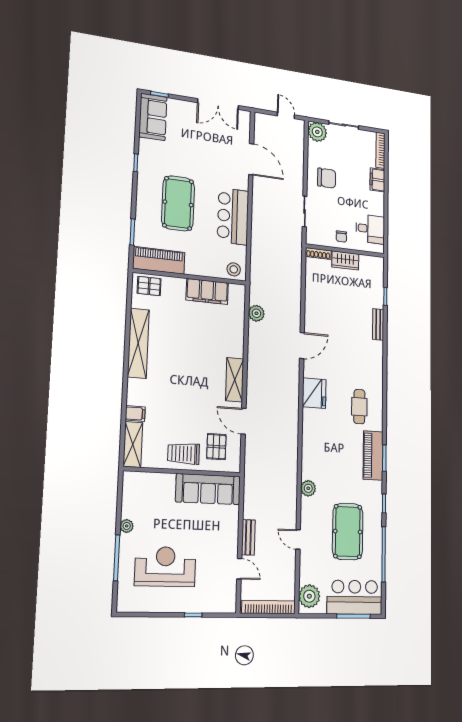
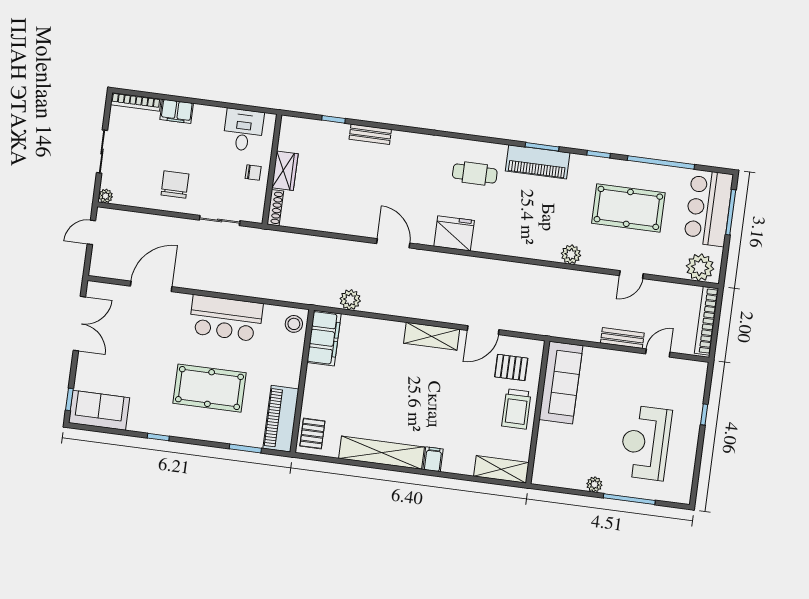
plant: (317, 132) -> (106, 196), width x0.53, depth x0.53
filing cabinet: (207, 291) -> (324, 338), moved
filing cabinet: (135, 414) -> (433, 459), moved

